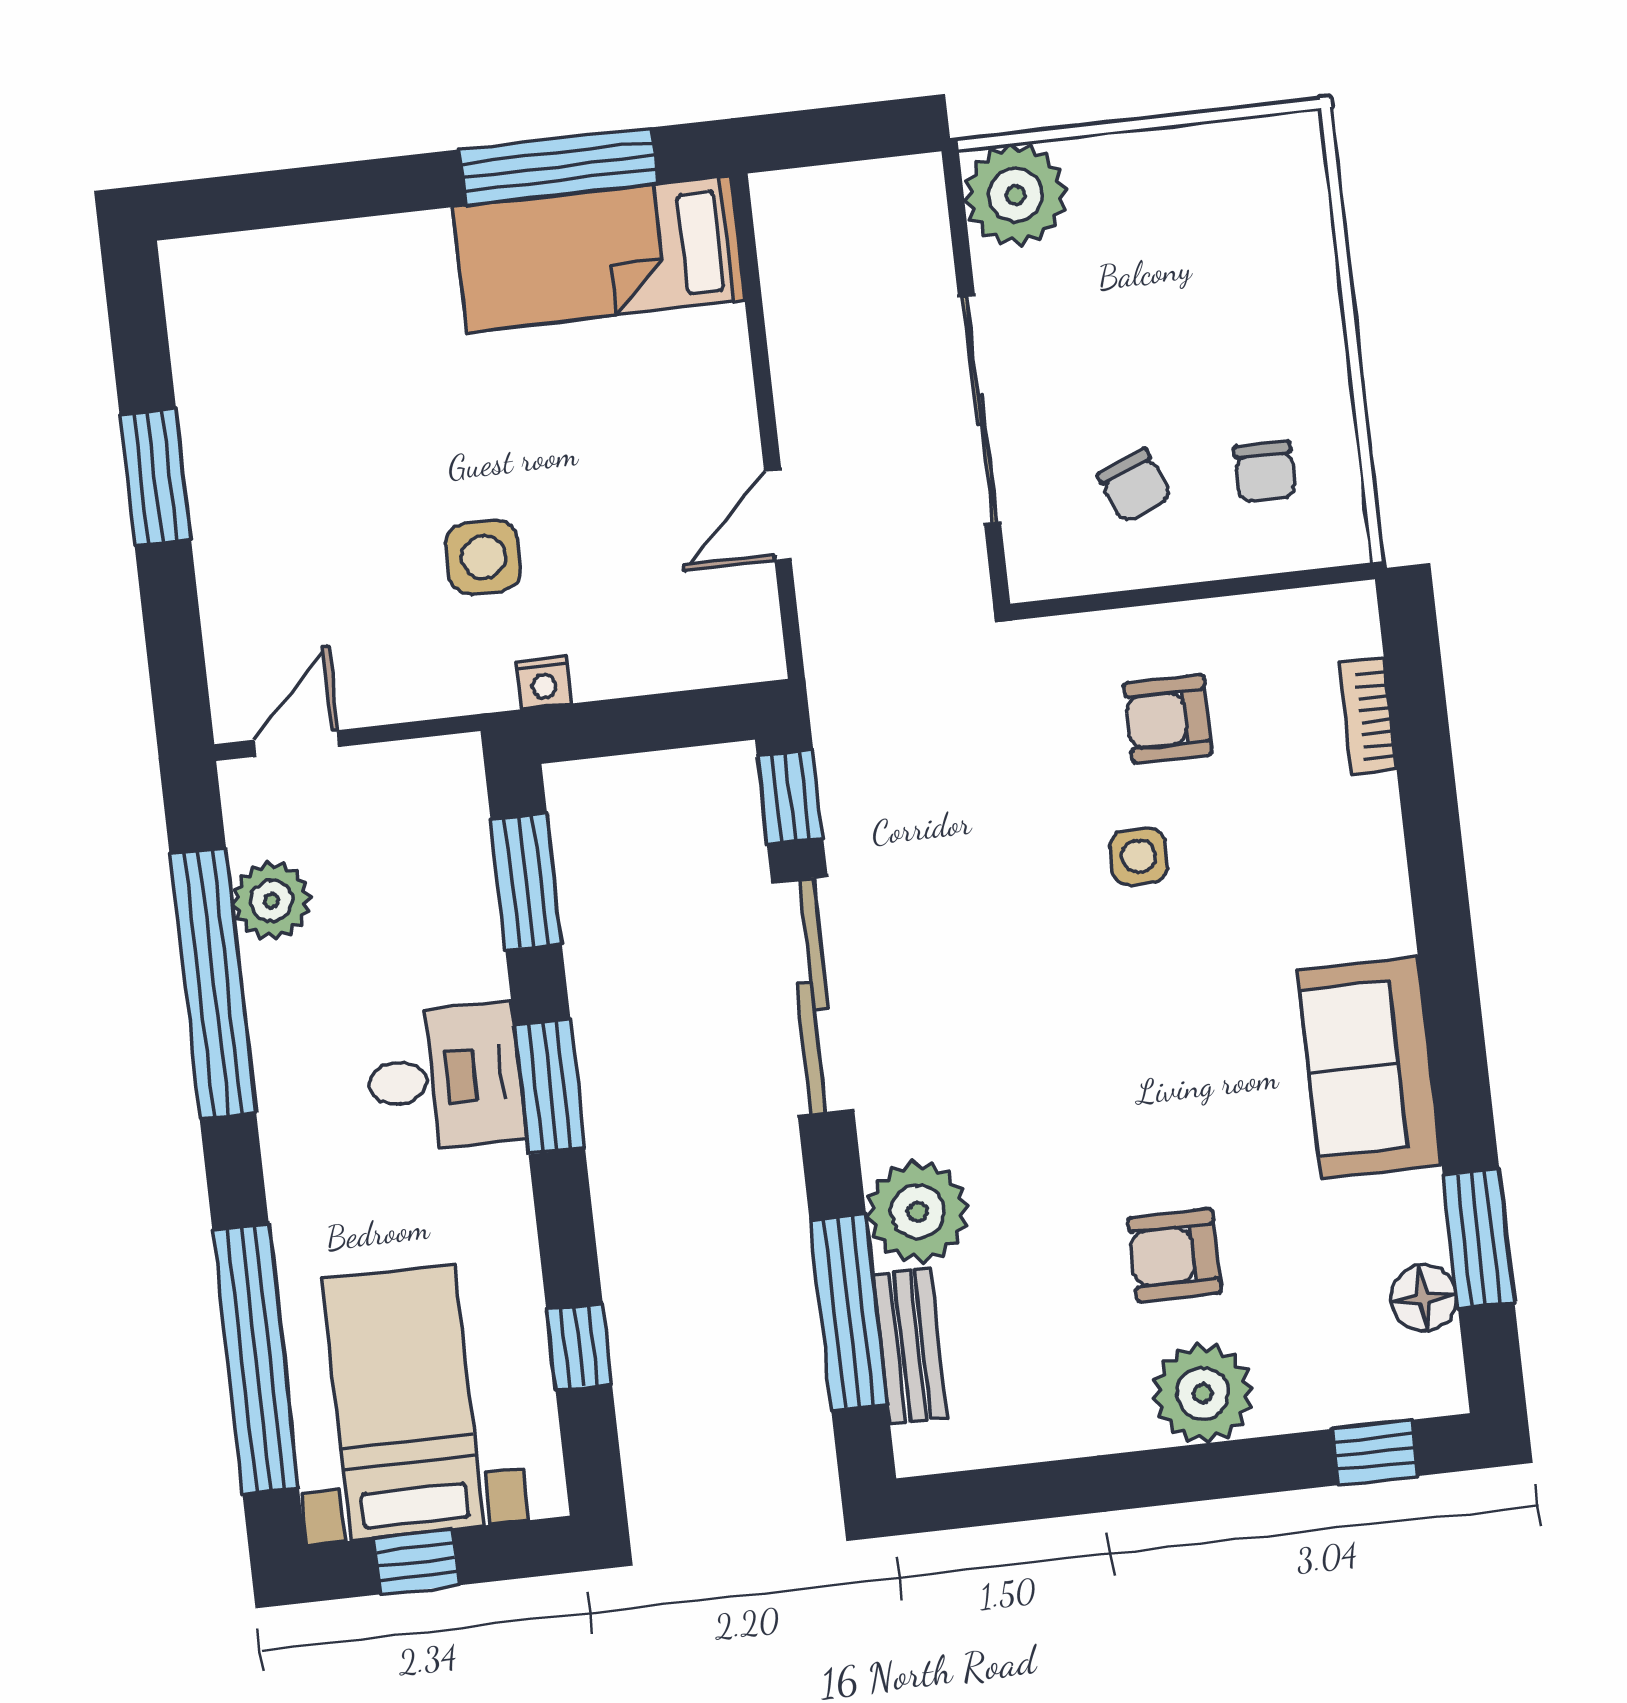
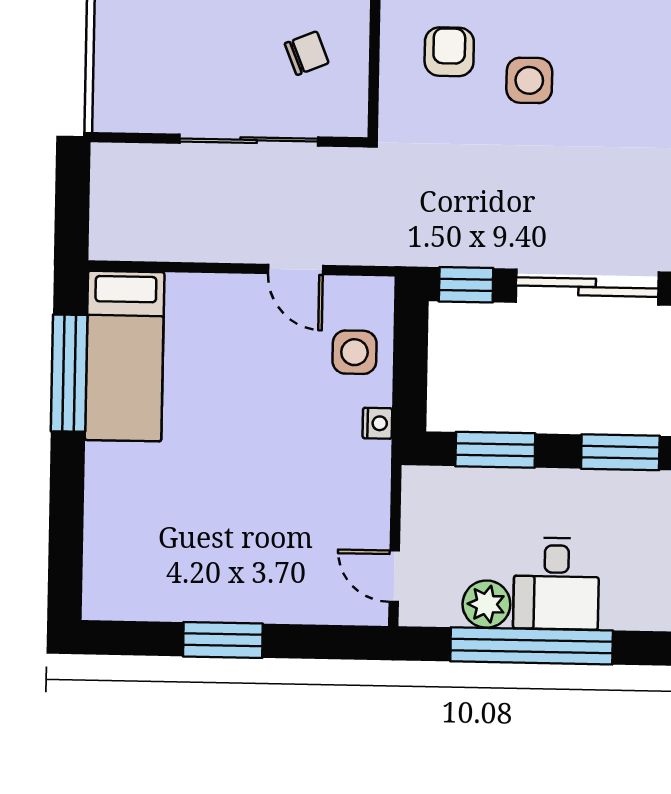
plant: (1015, 195) -> (123, 101), removed
side table: (483, 557) -> (354, 352), moved
armchair: (1168, 719) -> (449, 52), turned 180
side table: (1139, 856) -> (529, 80), width x1.37, depth x1.37
desk: (444, 1078) -> (556, 584), moved, turned 180

